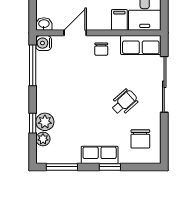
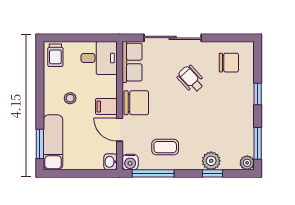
filing cabinet: (119, 20) -> (106, 106), moved
chair: (101, 49) -> (136, 103), width x1.87, depth x1.87
coffee table: (58, 77) -> (165, 147), added
plant: (43, 139) -> (247, 163), moved
row of seats: (100, 155) -> (245, 104), removed

